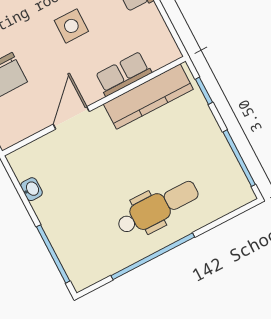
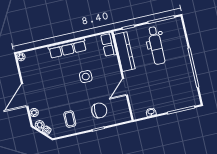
row of seats: (123, 74) -> (109, 45), moved
door: (71, 118) -> (125, 87), hinge flipped
dental chair: (158, 208) -> (156, 46), moved, turned 180

